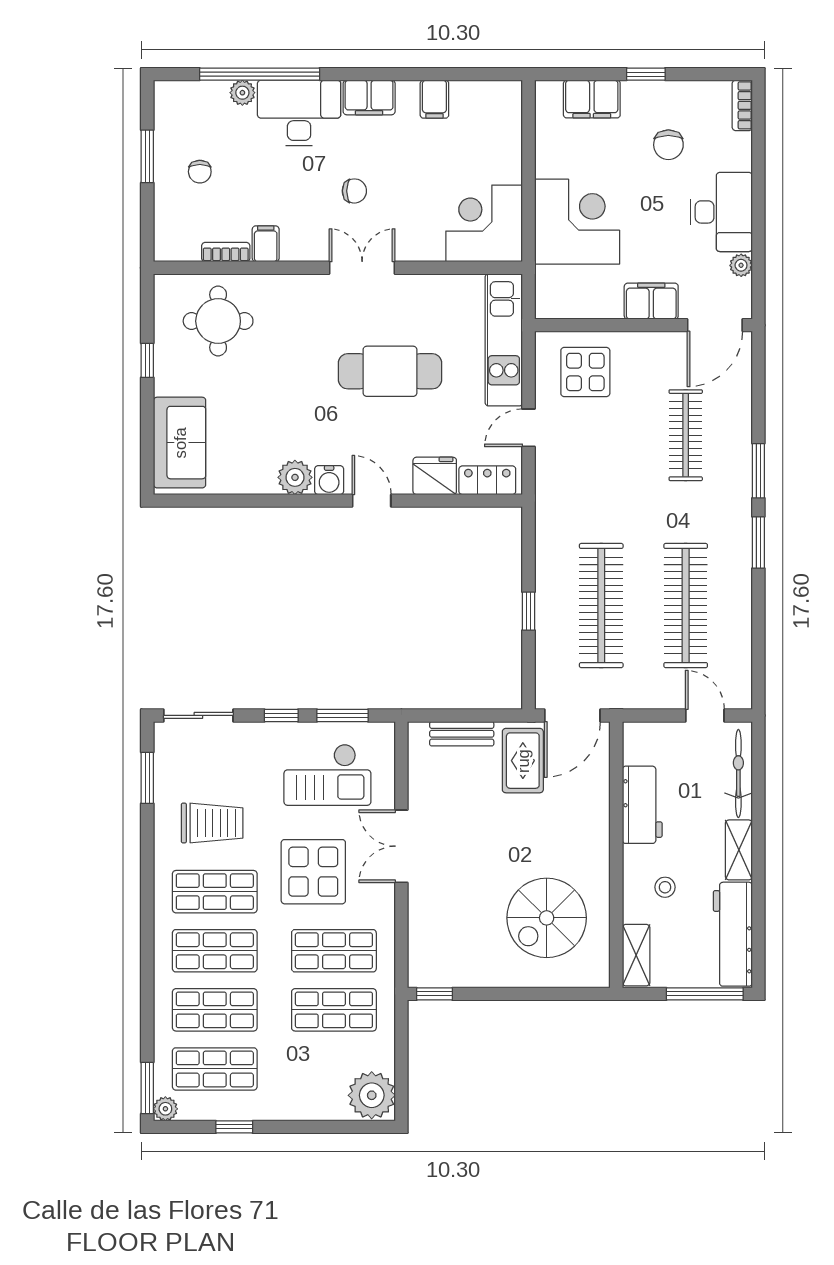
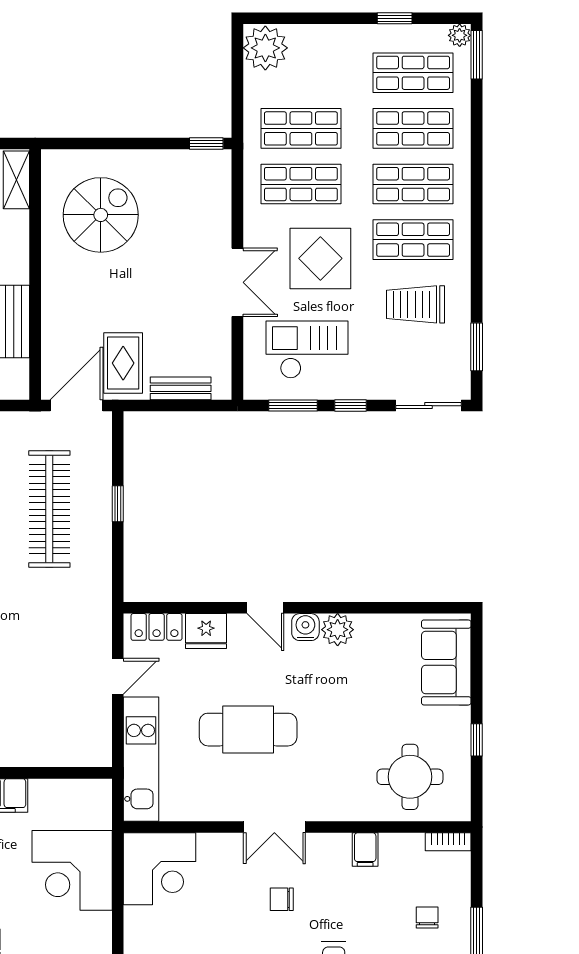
bookcase: (226, 252) -> (448, 842), moved
display table: (585, 372) -> (64, 729), removed

